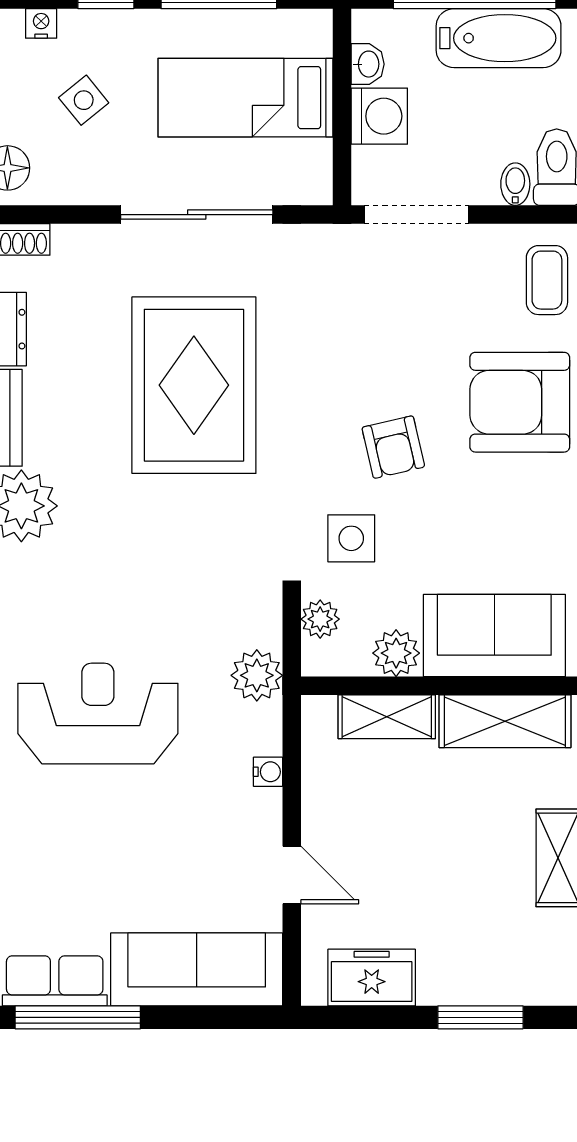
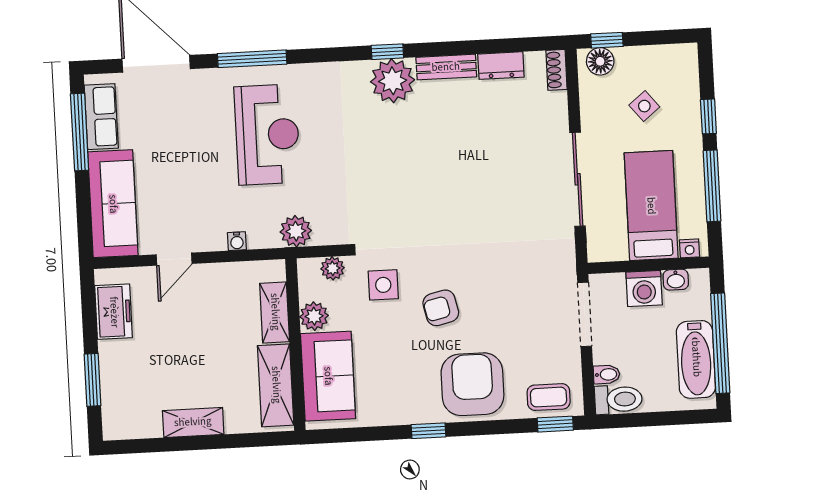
nightstand: (41, 23) -> (690, 248), moved, turned 90
rug: (194, 385) -> (472, 183), removed

